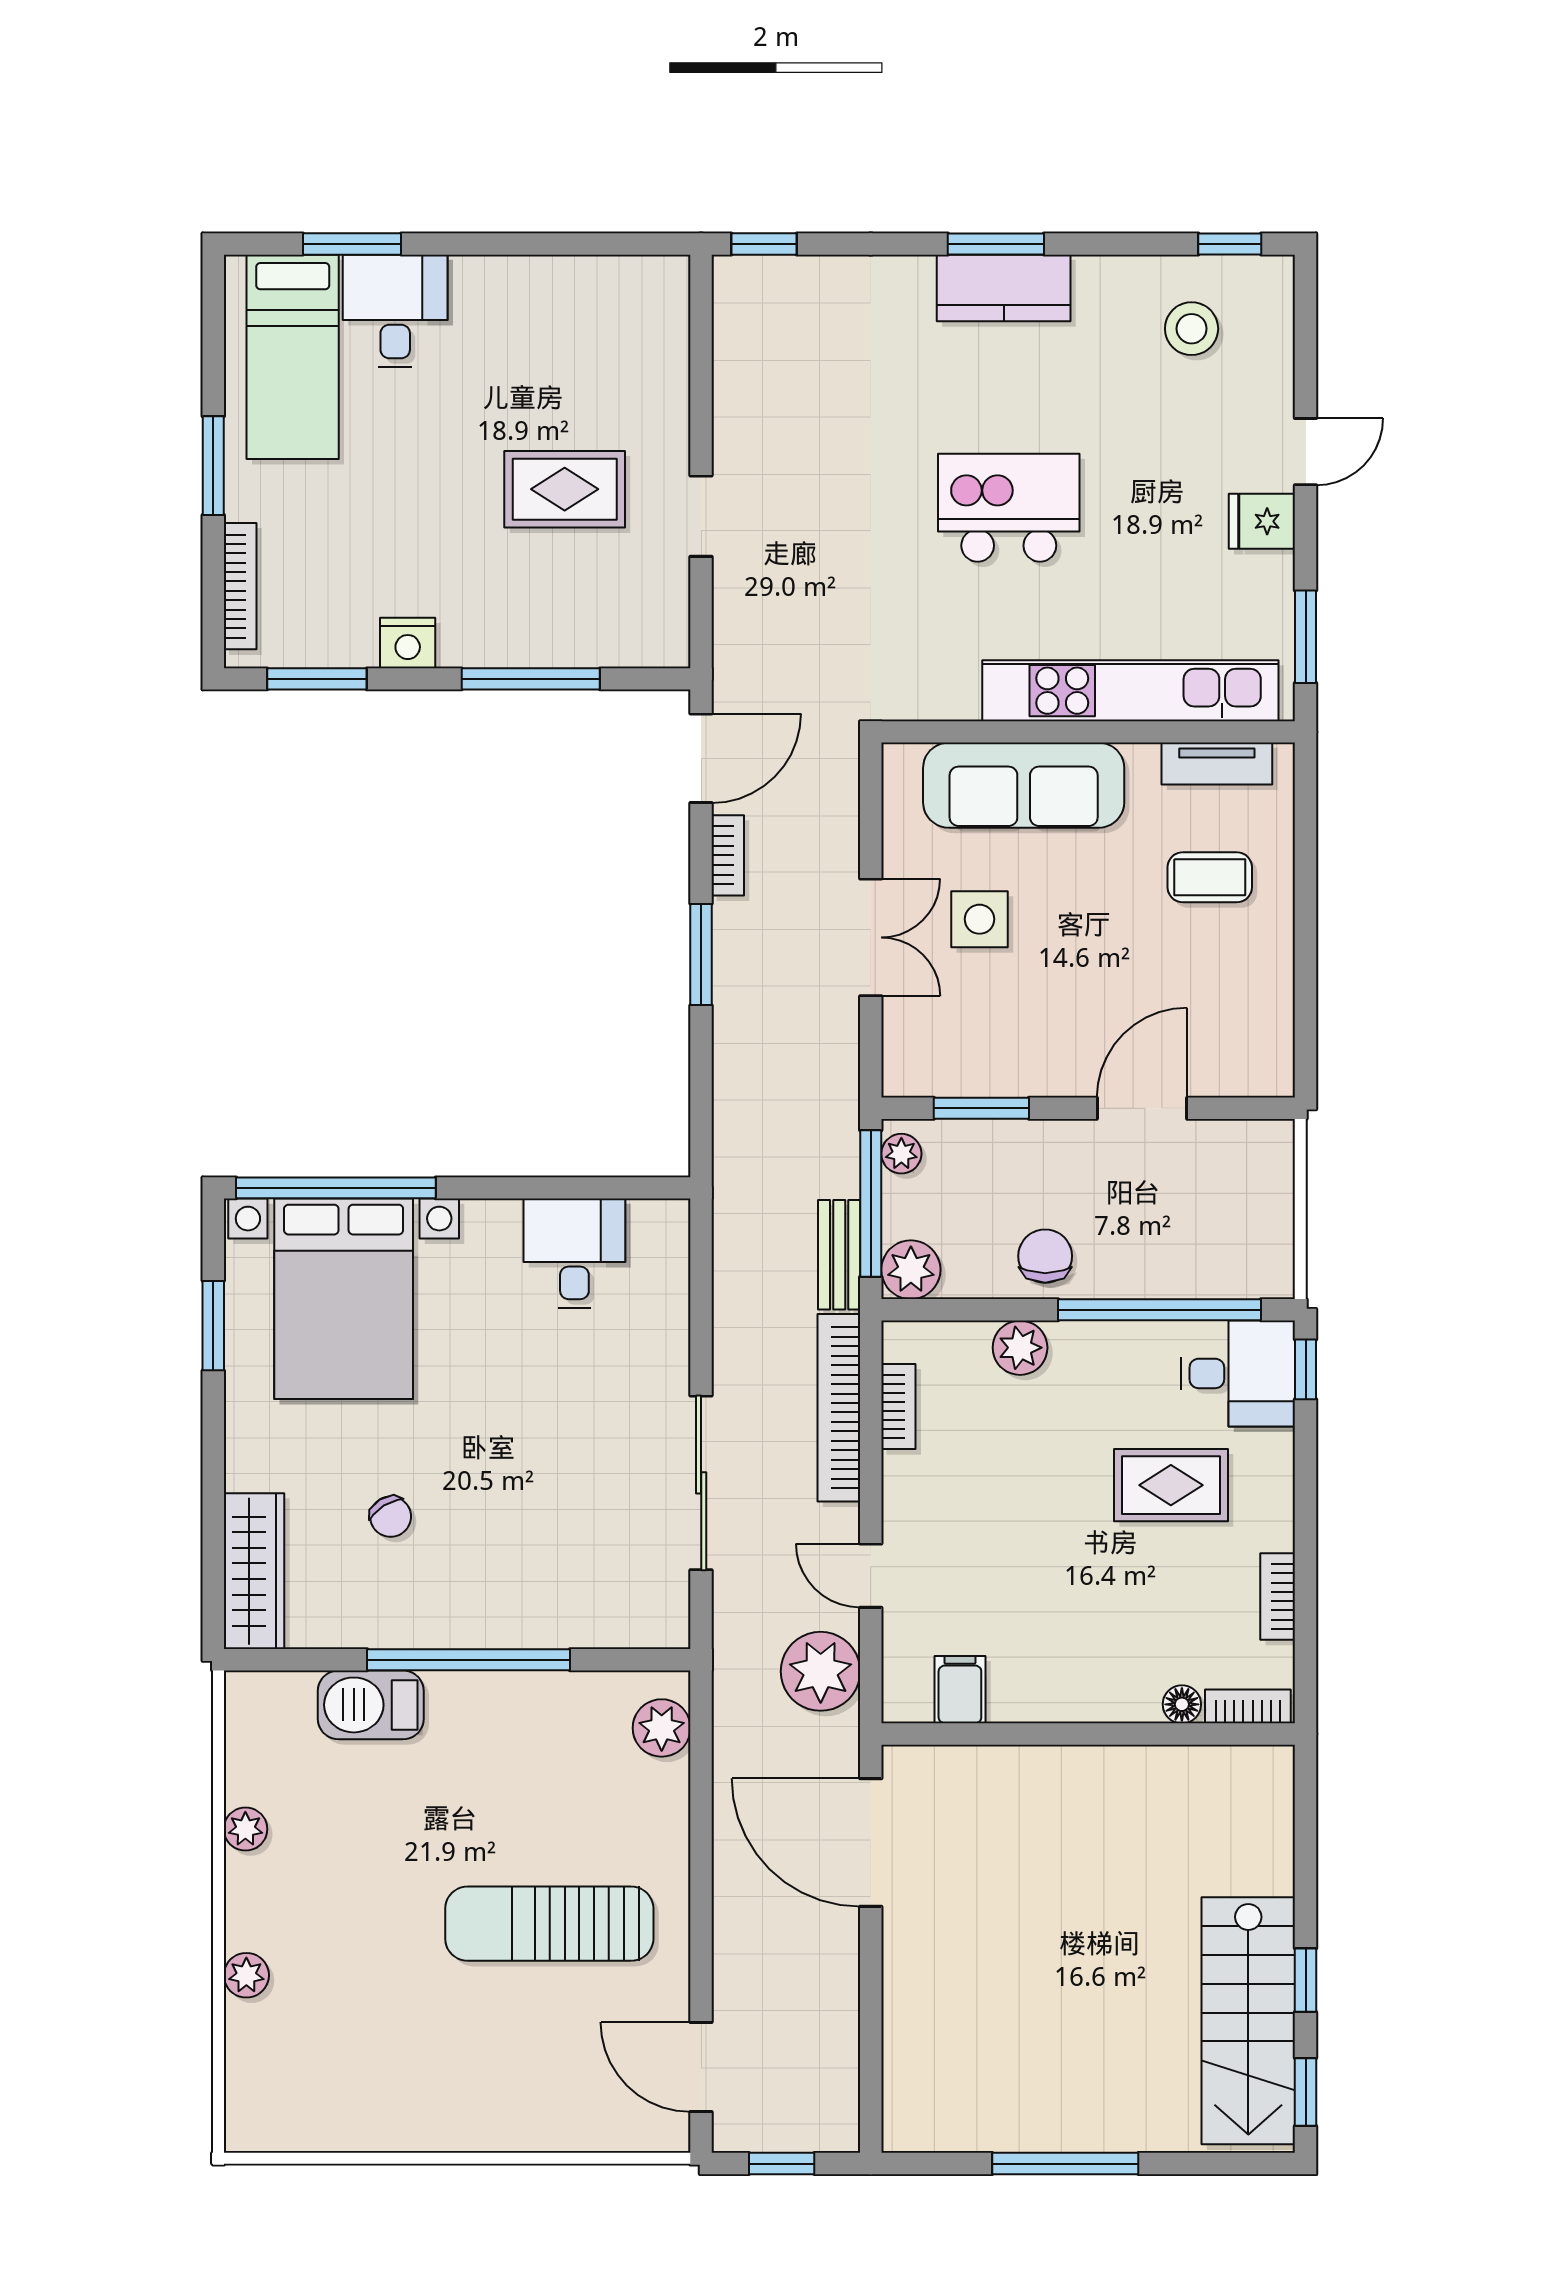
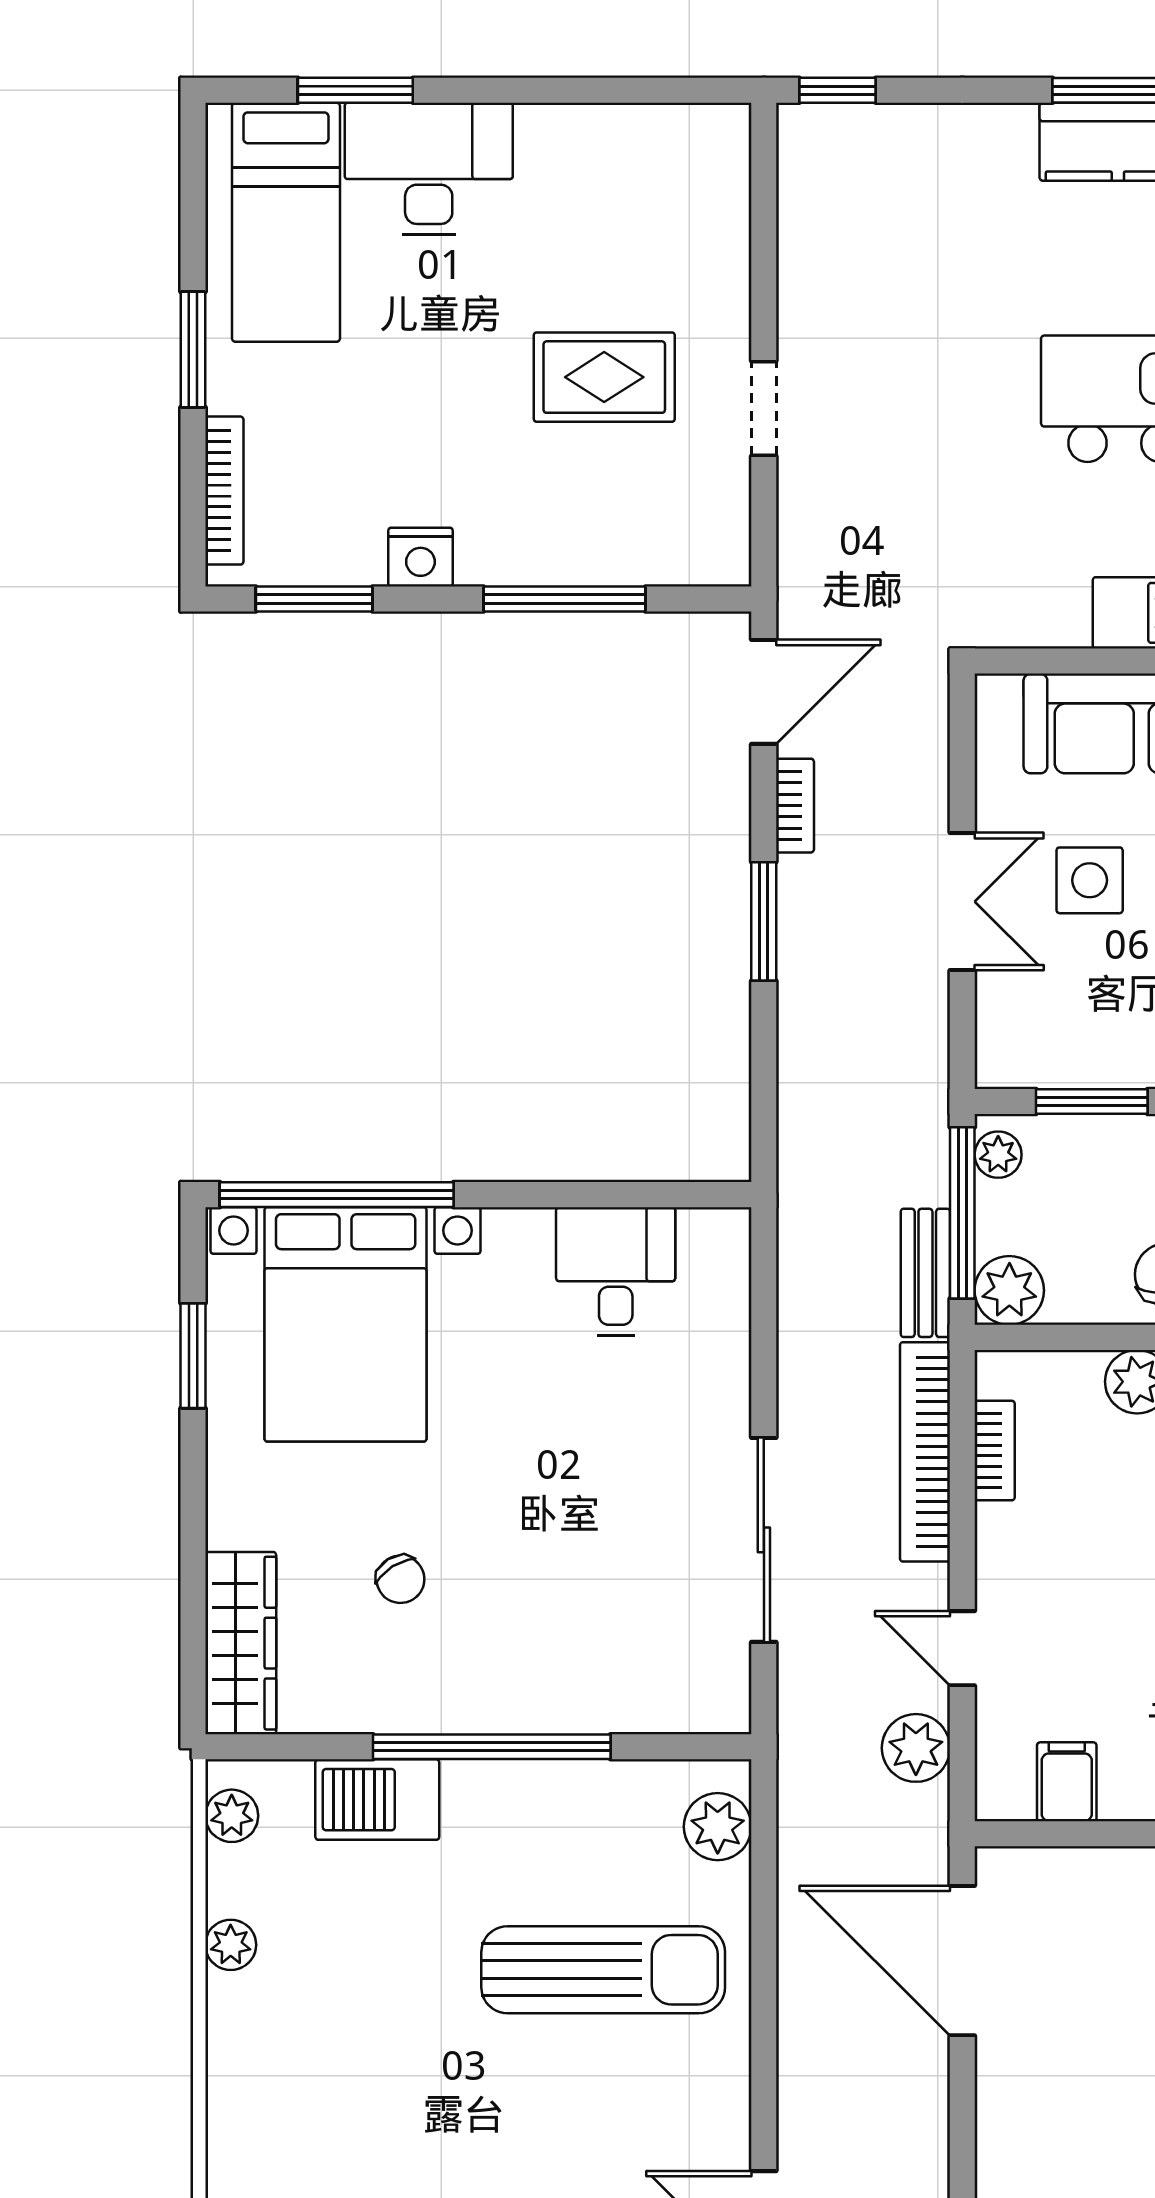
desk: (395, 311) -> (429, 169), width x1.37
plant: (821, 1671) -> (916, 1748), width x0.73, depth x0.73
sun lounger: (549, 1924) -> (603, 1970), moved, turned 180
plant: (246, 1975) -> (232, 1816), moved

